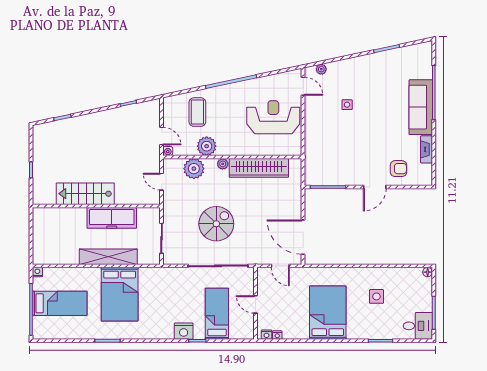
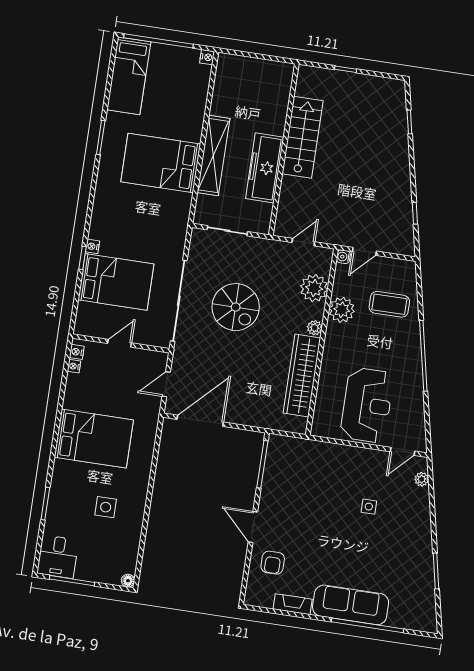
bed: (60, 303) -> (129, 76), moved
bed: (217, 314) -> (116, 282), width x1.50
nightstand: (184, 331) -> (92, 246), width x0.53, depth x0.56

